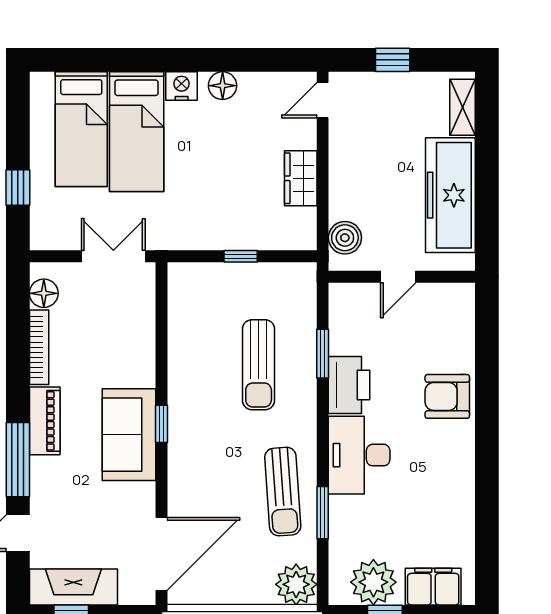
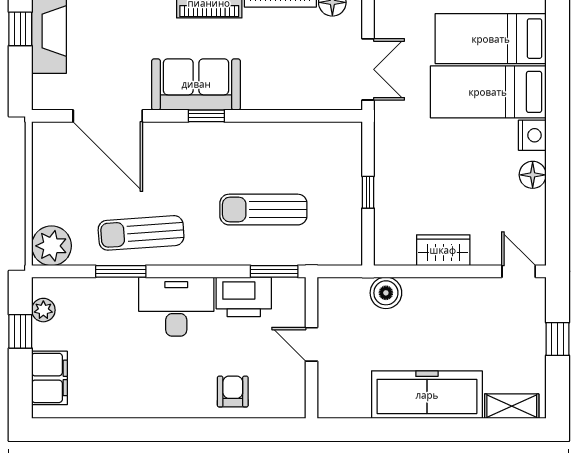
door: (398, 277) -> (312, 344), moved
wall: (402, 277) -> (312, 348), moved
armchair: (447, 396) -> (233, 392), width x0.72, depth x0.72
door: (161, 554) -> (108, 116), moved
plant: (373, 582) -> (43, 310), width x0.53, depth x0.53

